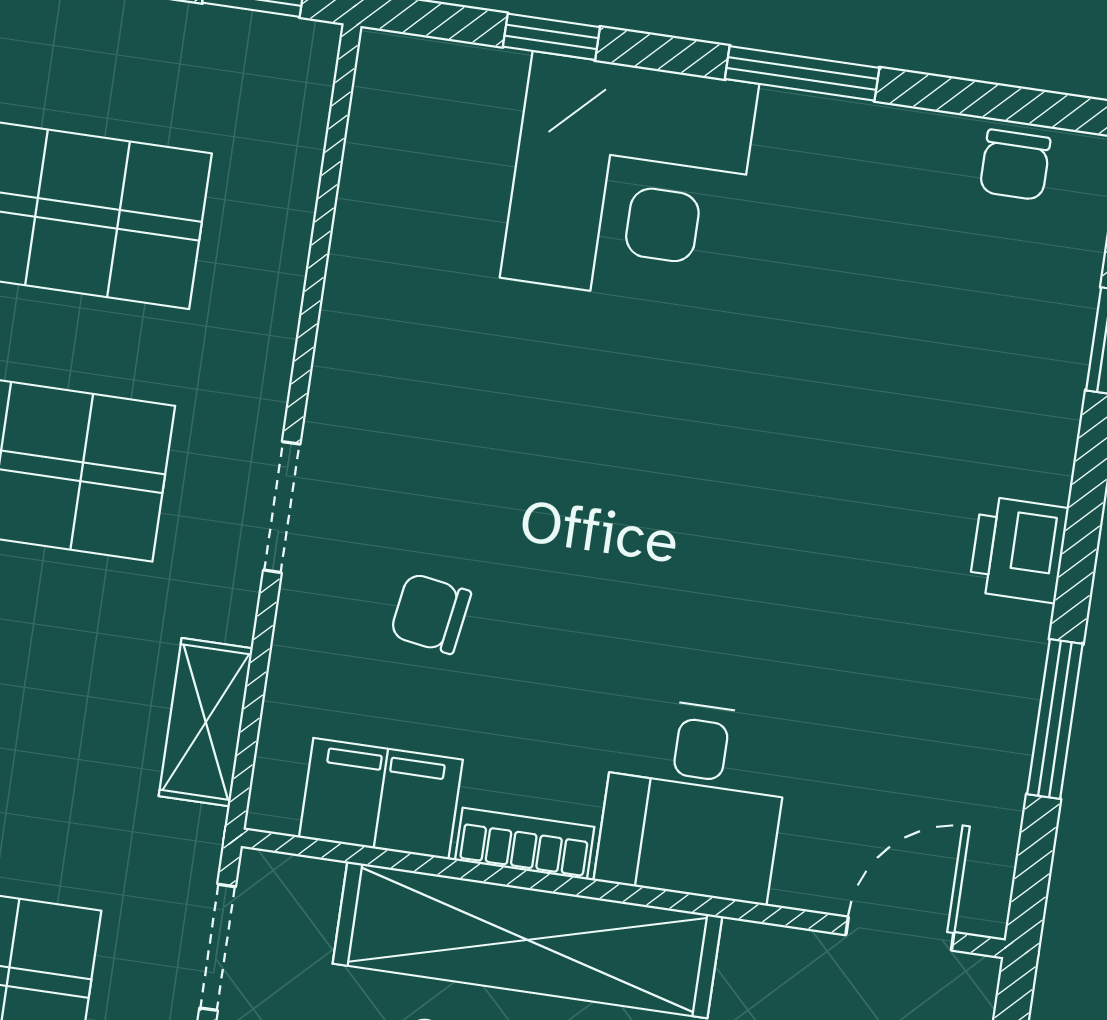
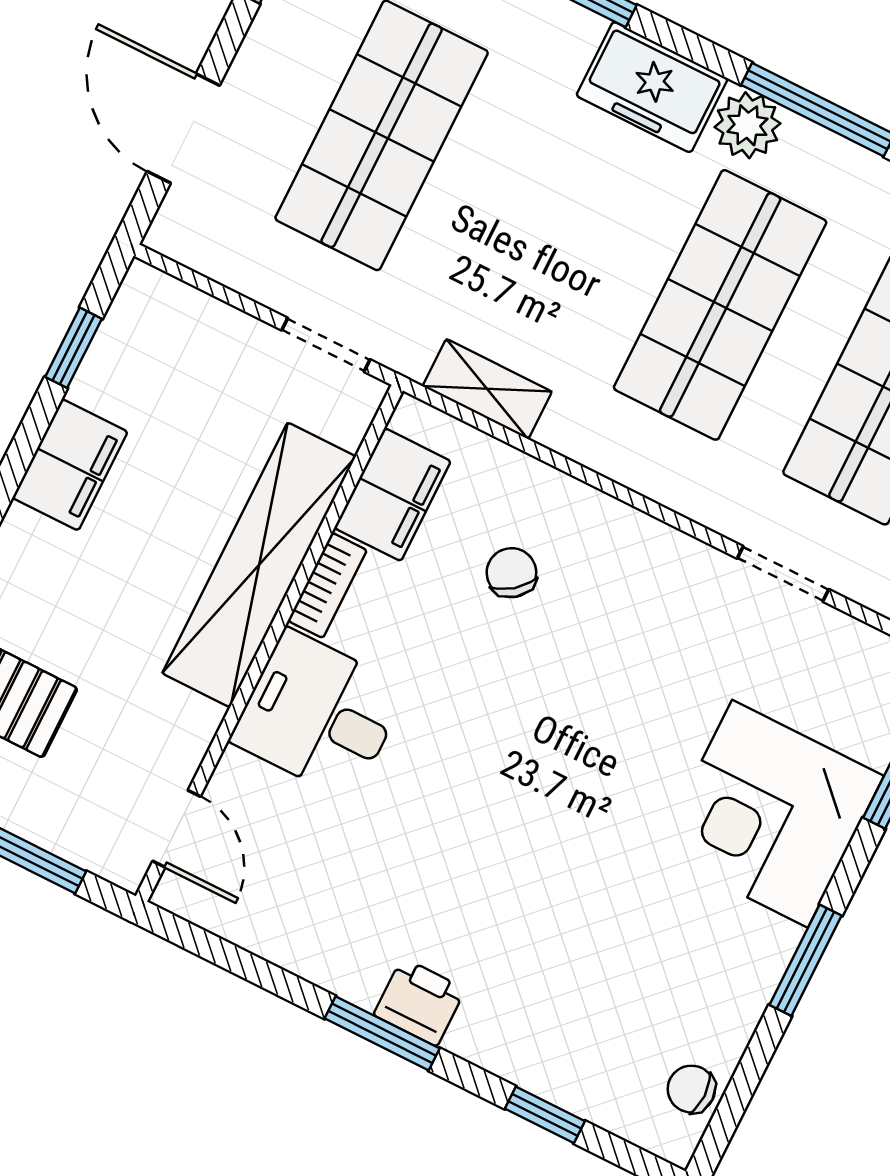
doorway: (282, 507) -> (783, 574), moved
chair: (431, 613) -> (511, 573), turned -47
window: (1055, 719) -> (382, 1033), moved

